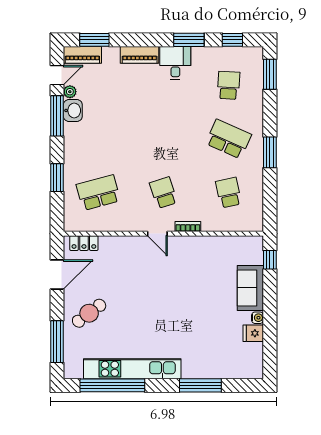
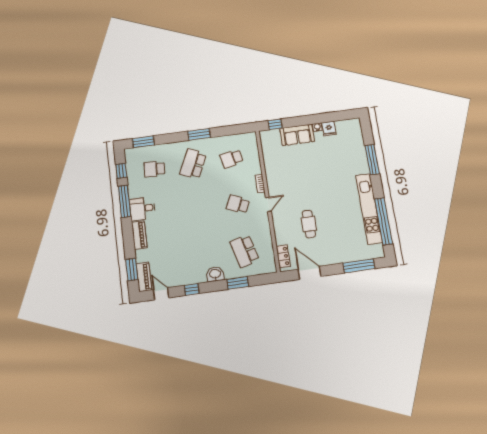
window: (189, 40) -> (125, 201), width x1.44
plant: (70, 92) -> (172, 282), removed
washbasin: (73, 110) -> (215, 274), moved
window: (57, 116) -> (192, 289), width x0.46
school desk: (163, 193) -> (238, 204), turned 42
cafe table: (89, 313) -> (309, 224), moved, turned 37

